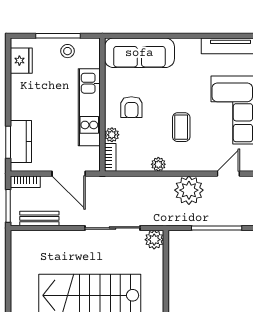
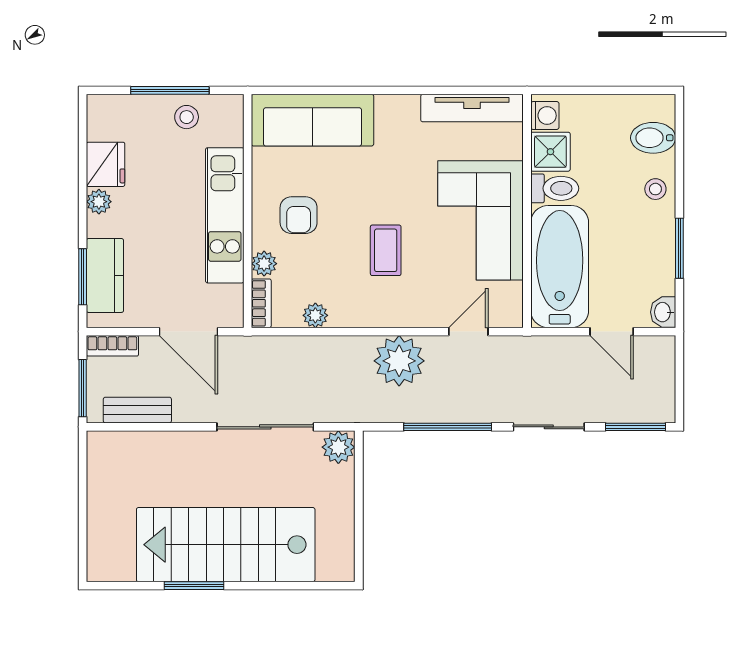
fridge: (21, 61) -> (106, 164), moved
plant: (17, 99) -> (99, 202), added
plant: (158, 164) -> (315, 315), moved

